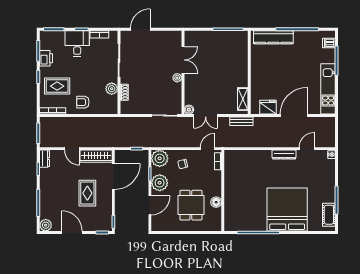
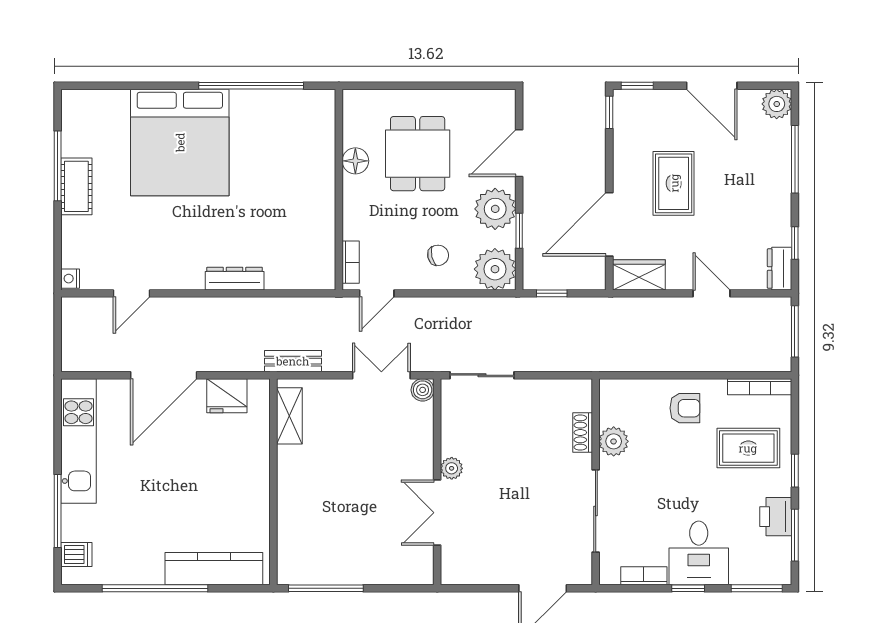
dresser: (284, 155) -> (235, 279), moved
wardrobe: (96, 156) -> (639, 275), width x0.67
cot: (329, 215) -> (76, 186), moved

